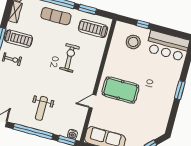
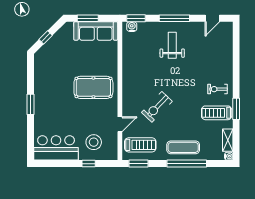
window: (88, 9) -> (139, 164), moved
exercise bike: (69, 58) -> (157, 107), turned 44
door: (93, 101) -> (120, 124), moved
window: (33, 131) -> (174, 18), width x0.68

